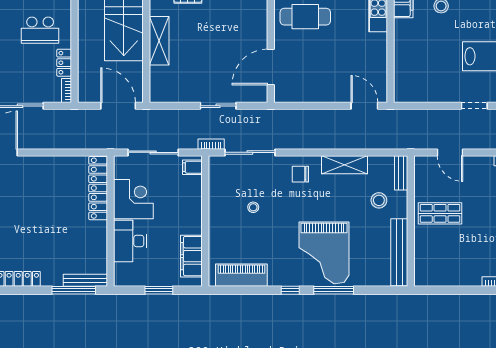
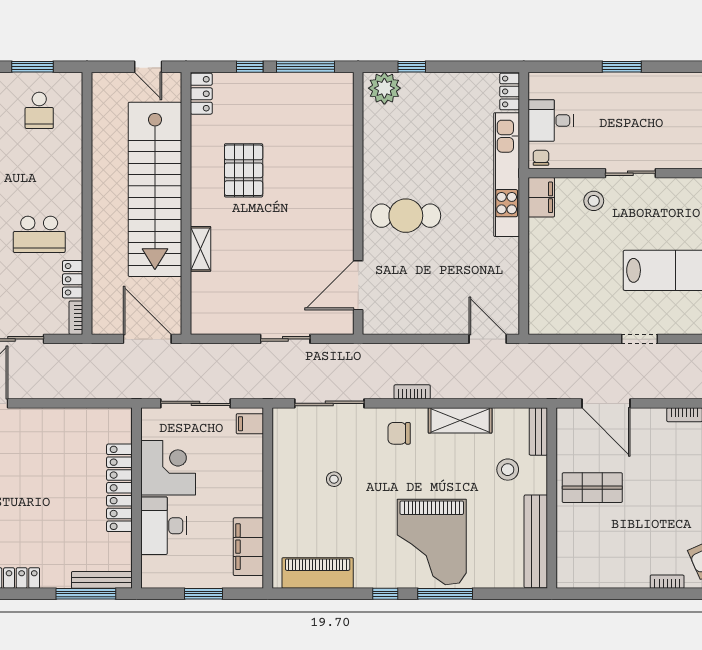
shelving: (159, 41) -> (200, 249), width x0.67, depth x0.75
bookcase: (211, 144) -> (412, 392), moved
door: (450, 152) -> (606, 403), width x1.36
locker: (98, 188) -> (119, 488), moved

